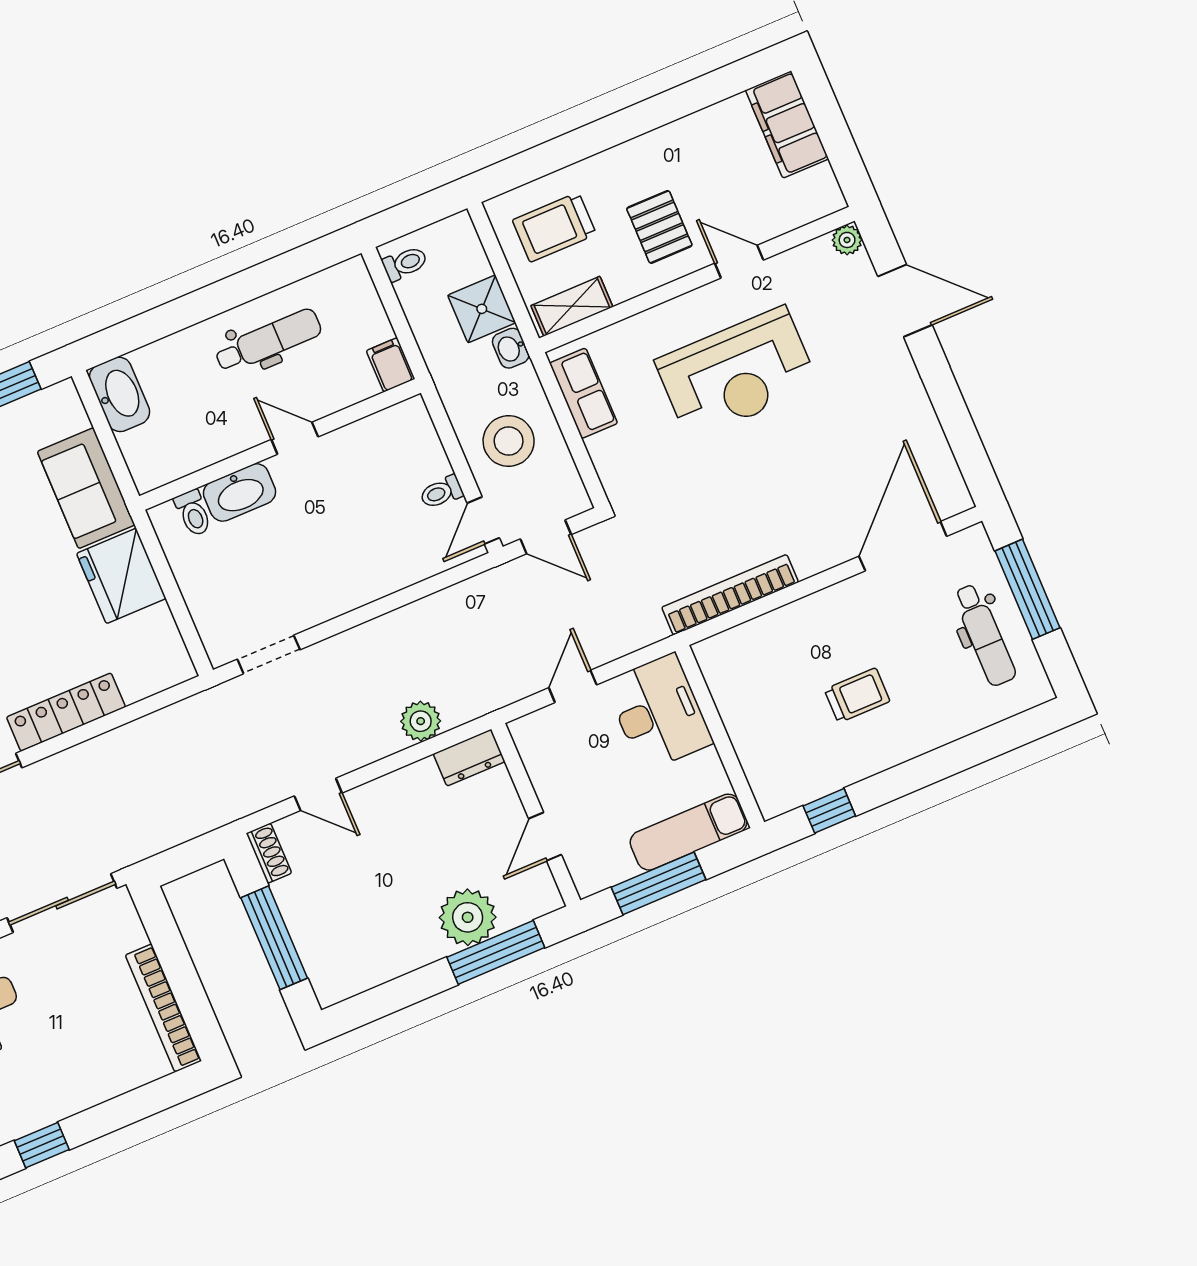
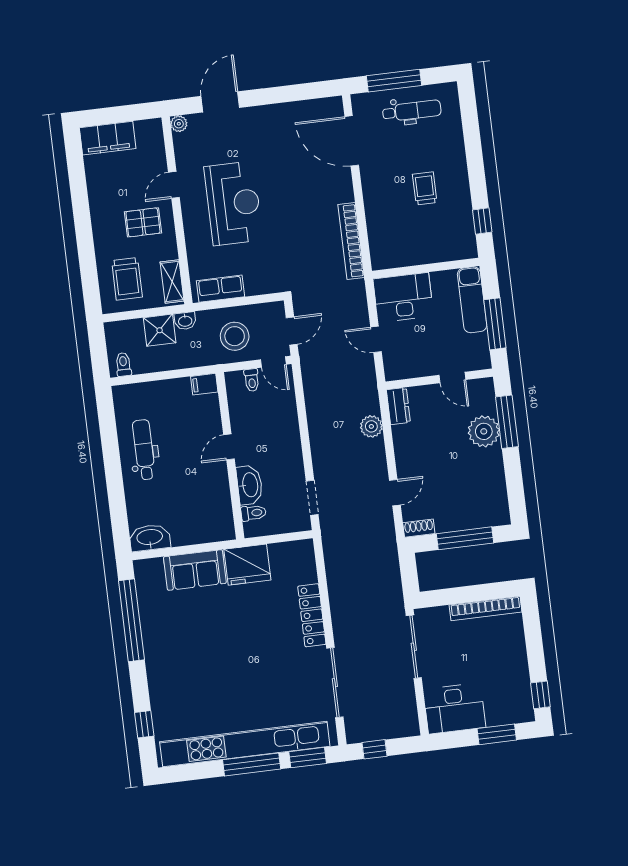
filing cabinet: (391, 365) -> (204, 384), moved
door: (295, 438) -> (229, 447), moved
wall: (280, 444) -> (230, 456), moved
washbasin: (240, 492) -> (250, 485), moved
toilet: (193, 513) -> (253, 513), moved

